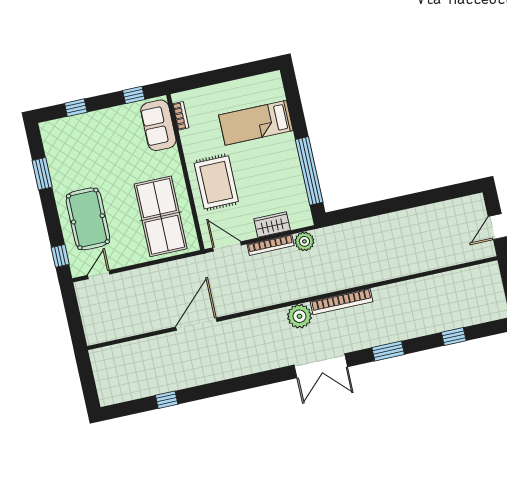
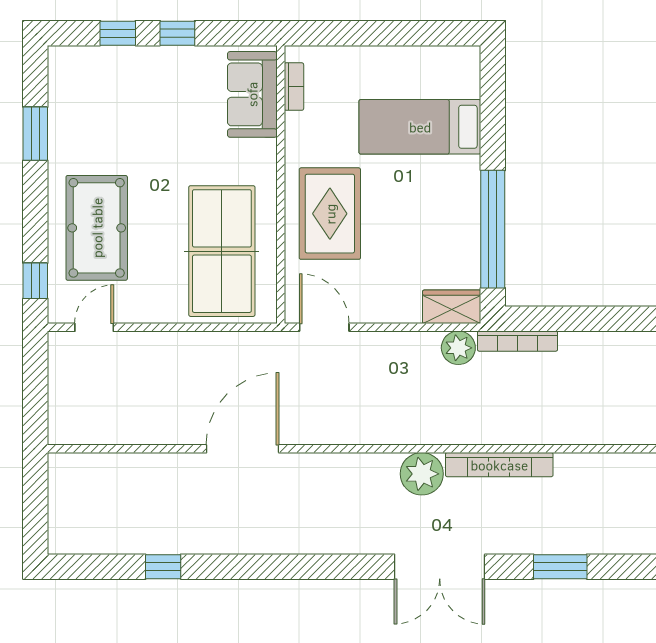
window: (134, 95) -> (177, 33), moved
wardrobe: (272, 225) -> (452, 307), moved
bookcase: (271, 245) -> (518, 341), moved

